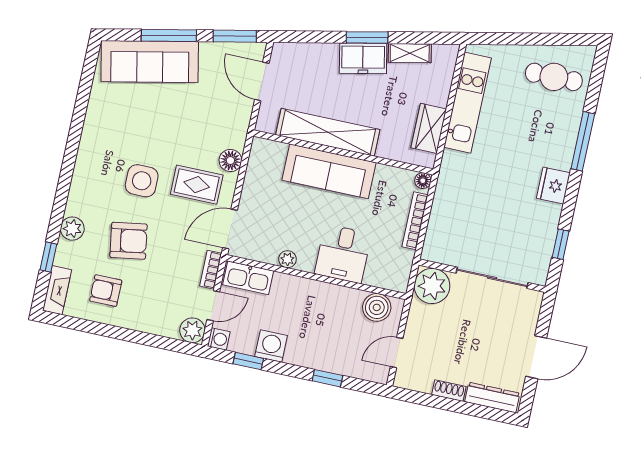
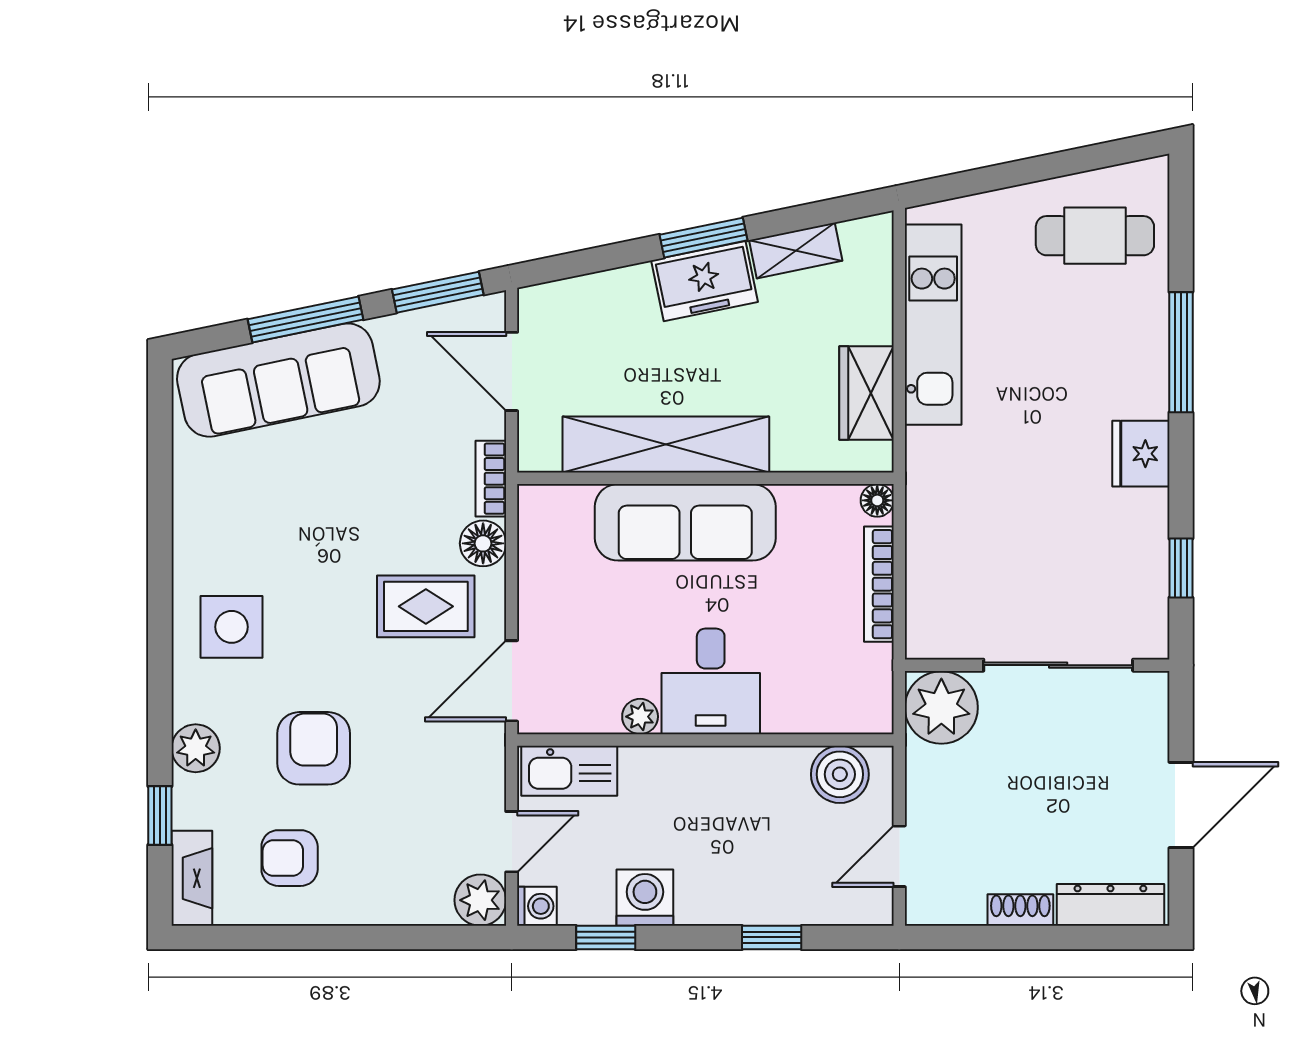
side table: (142, 181) -> (232, 627), moved
armchair: (129, 241) -> (314, 748), turned -81
desk: (343, 254) -> (711, 681), moved
bookcase: (211, 270) -> (491, 479), moved

